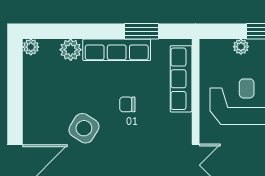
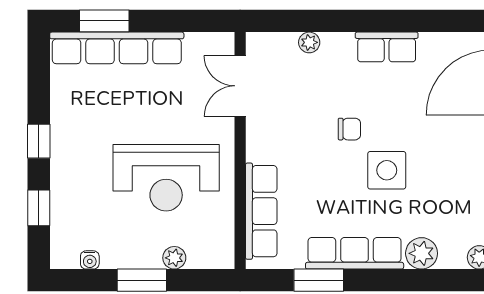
chair: (127, 104) -> (349, 129), moved
side table: (84, 128) -> (387, 170), moved, turned -32

